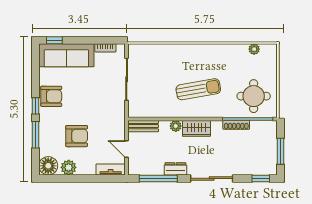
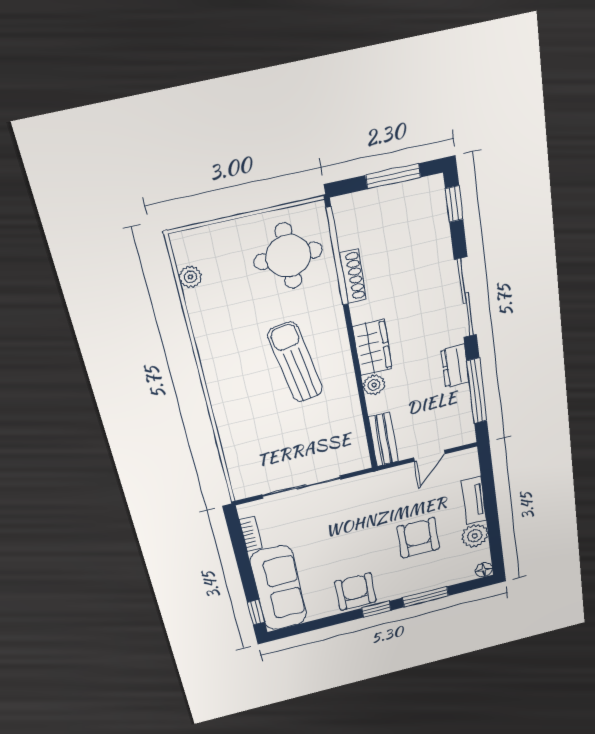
floor lamp: (48, 166) -> (484, 570), width x0.53, depth x0.53
tv unit: (111, 170) -> (474, 500), moved

